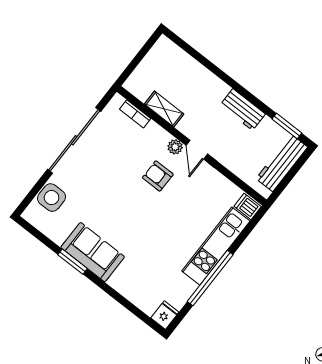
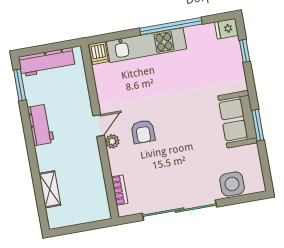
shelving: (164, 109) -> (50, 189), moved
window: (135, 310) -> (245, 51), added

